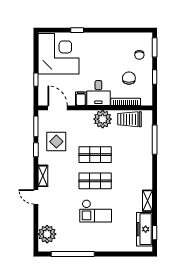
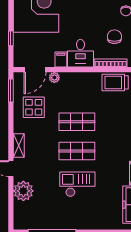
door: (58, 108) -> (35, 70), swing flipped
plant: (103, 119) -> (54, 78), moved, width x0.53, depth x0.53
window: (36, 150) -> (11, 116), removed
checkout: (96, 211) -> (77, 184), turned 180
plant: (47, 234) -> (23, 191), moved

